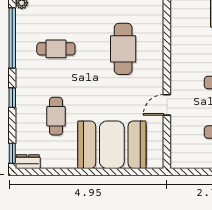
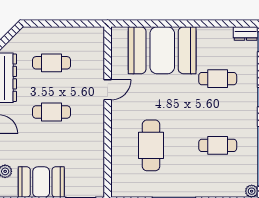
cafe table: (56, 116) -> (218, 79), turned 90

